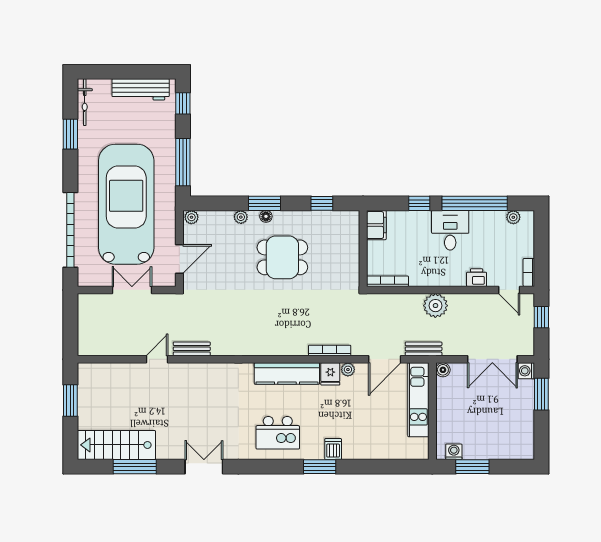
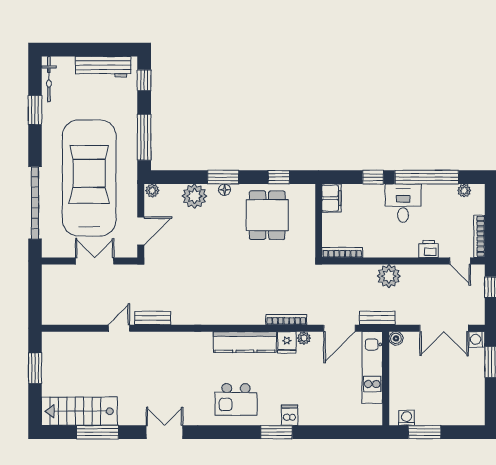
plant: (241, 217) -> (194, 196), width x1.87, depth x1.87
dining table: (282, 257) -> (267, 215), moved, turned 90
bookcase: (529, 272) -> (479, 236), width x1.56

